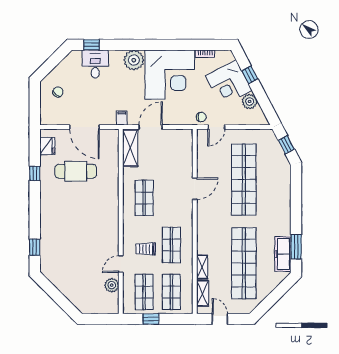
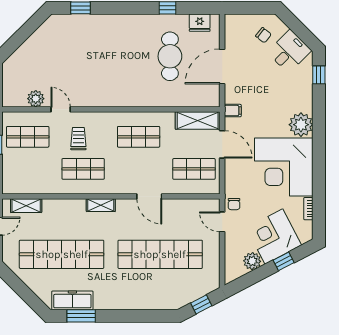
desk: (95, 64) -> (289, 51), moved, turned -45
shelving: (202, 267) -> (101, 205), moved
shop shelf: (171, 292) -> (194, 169), moved

